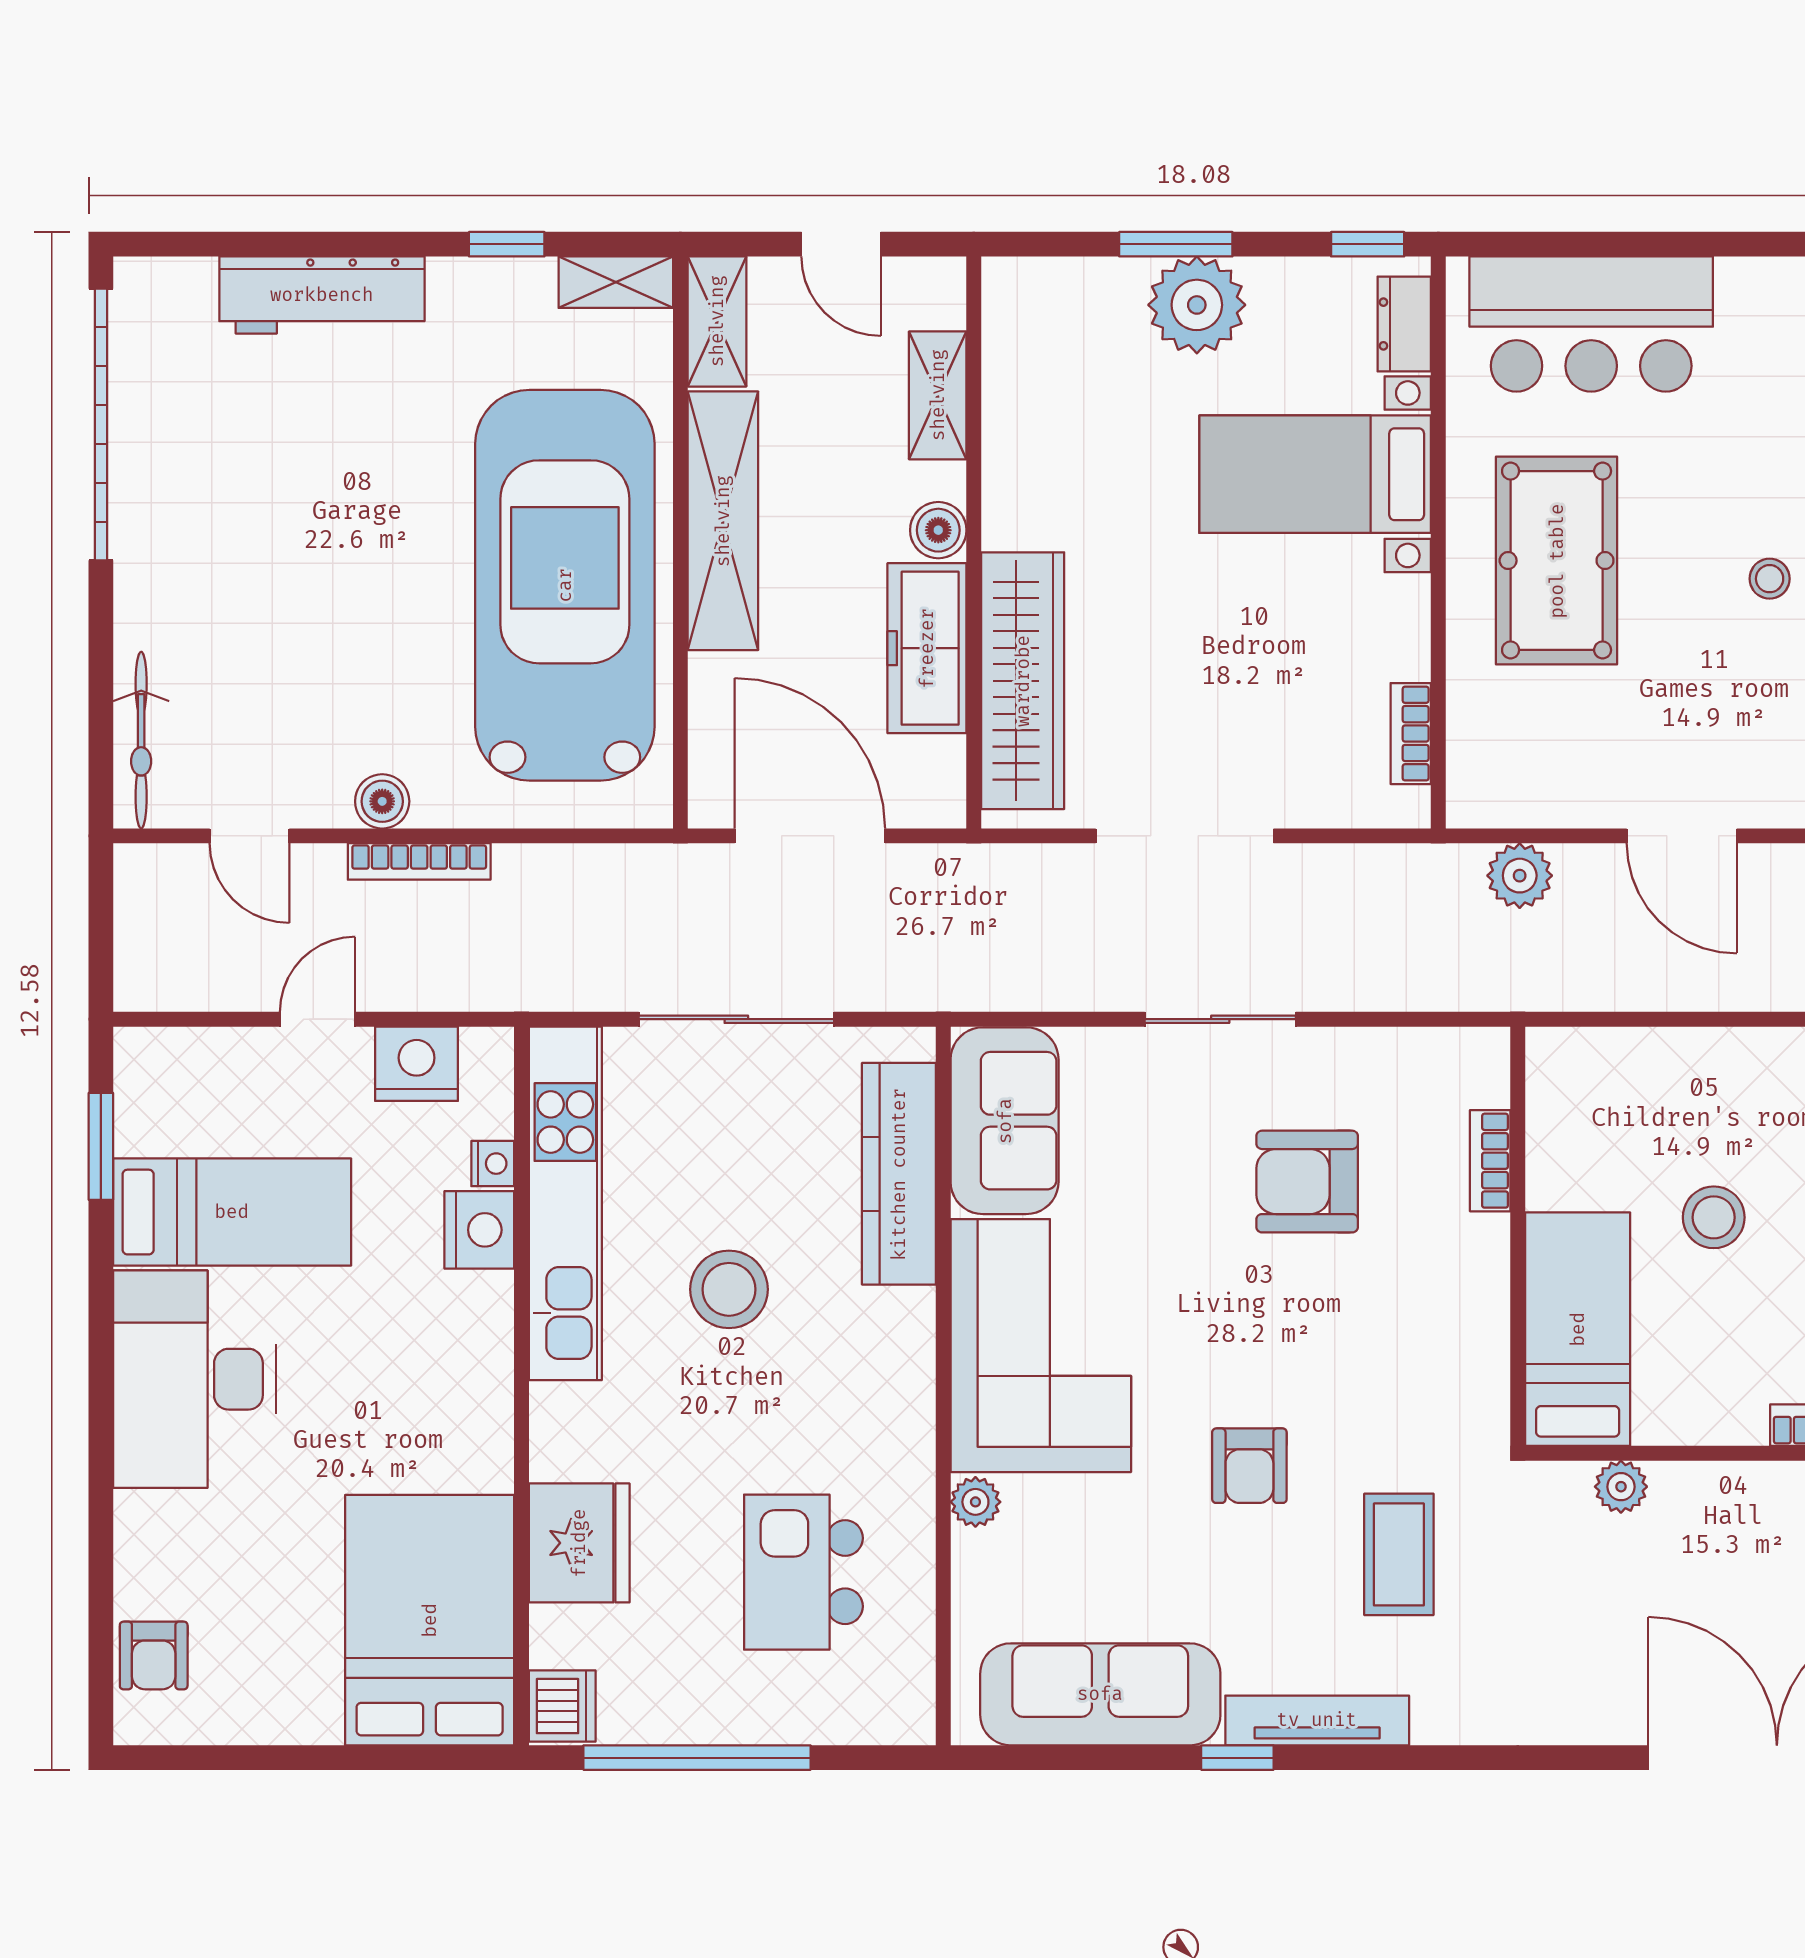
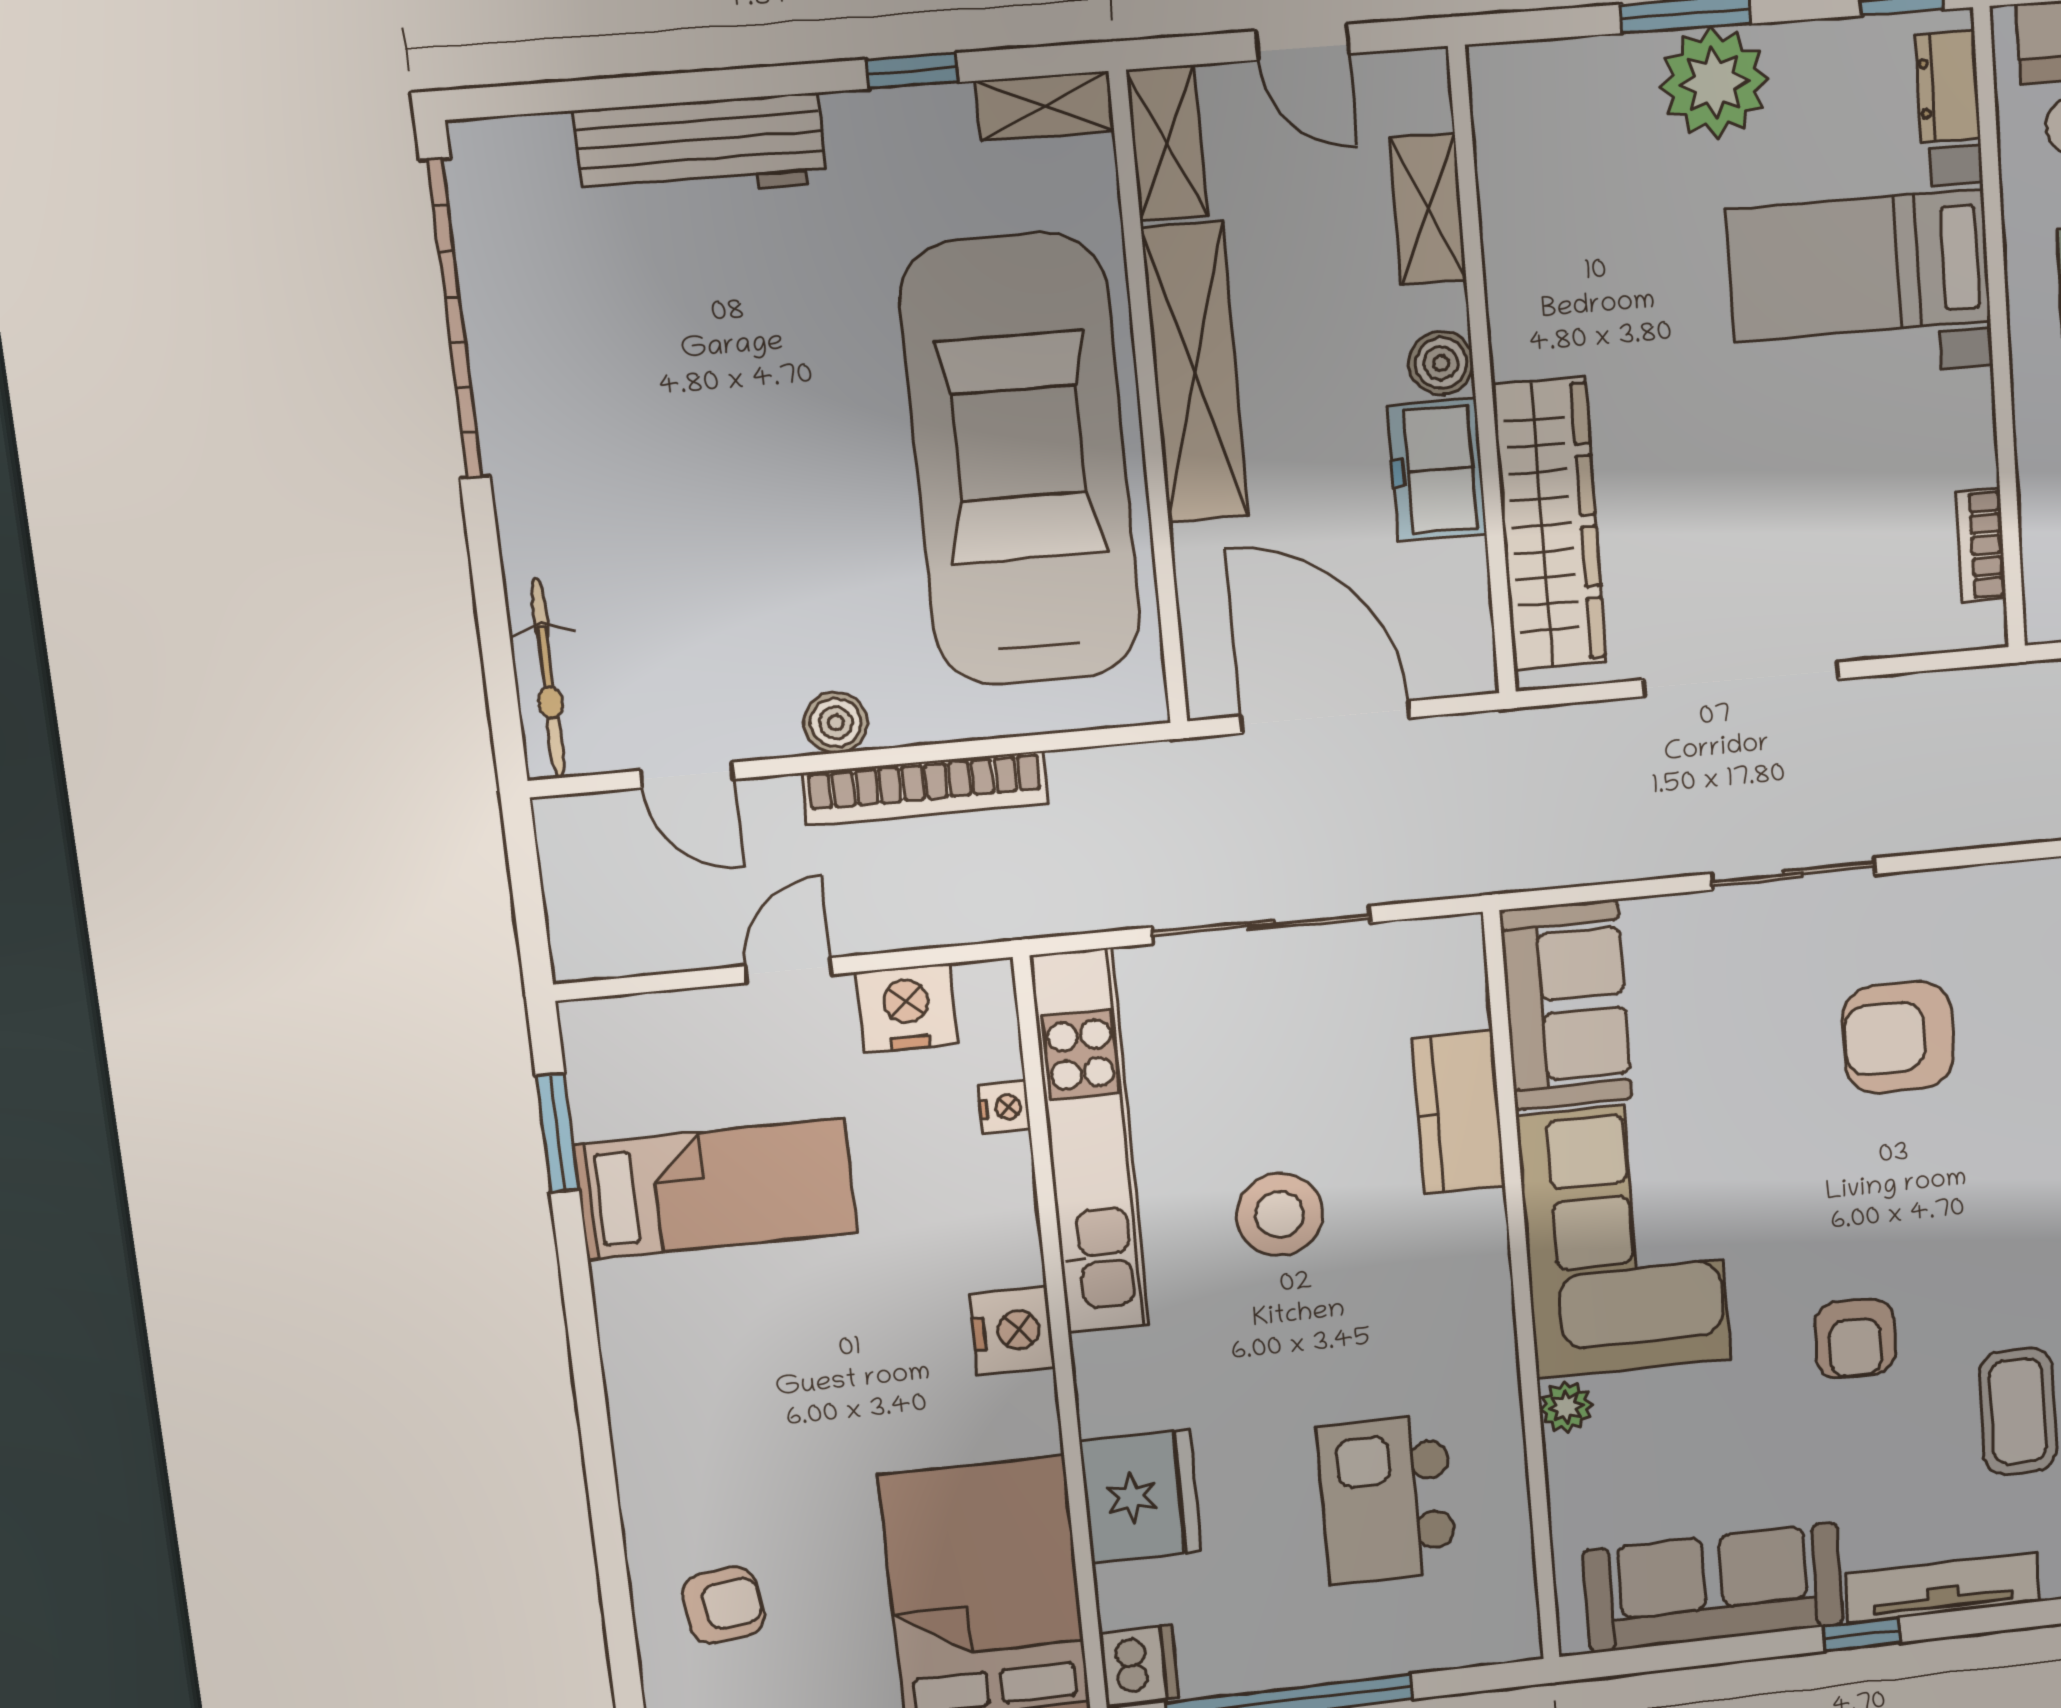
freezer: (927, 648) -> (1437, 470), width x0.71
bookcase: (419, 861) -> (925, 788), width x1.48, depth x1.31
kitchen counter: (899, 1174) -> (1459, 1112), width x0.67
nightstand: (479, 1230) -> (1012, 1331), moved
desk: (195, 1379) -> (695, 1371), removed
armchair: (154, 1655) -> (723, 1605), moved, turned -97

